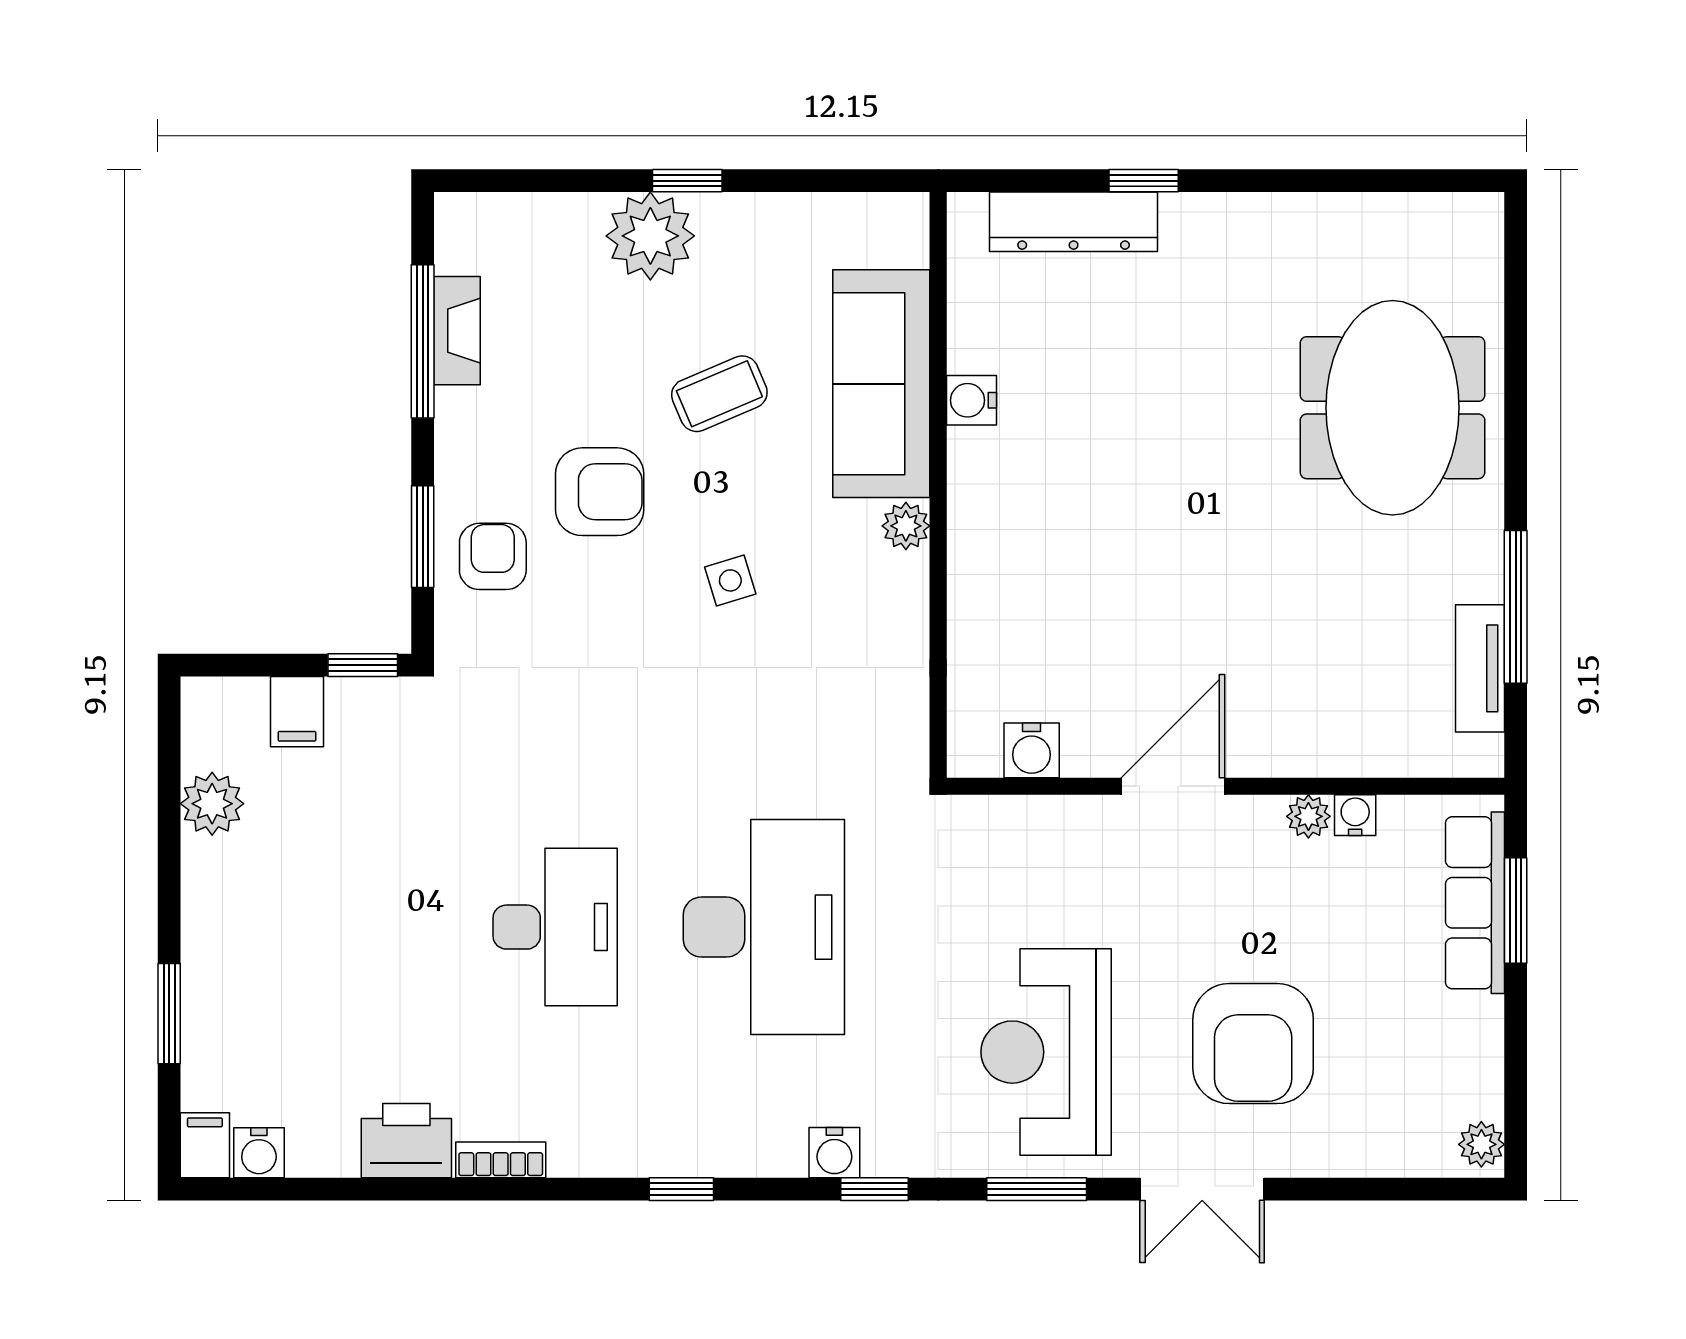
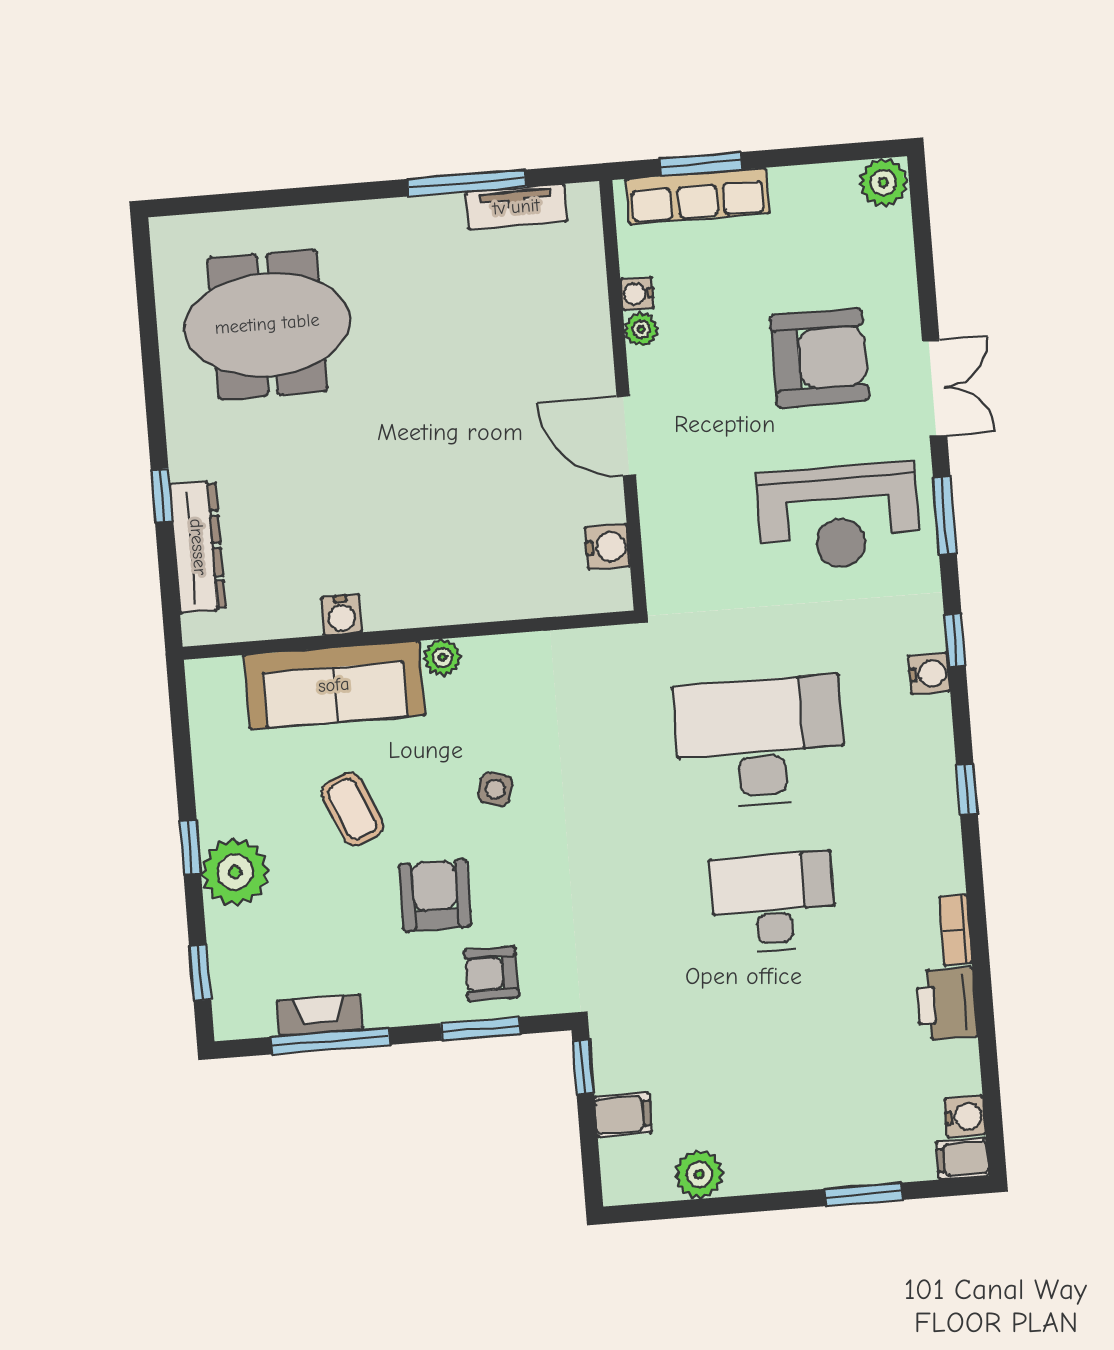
window: (524, 181) -> (200, 973), added
meeting table: (1393, 408) -> (267, 324), moved
side table: (730, 580) -> (495, 789), turned 34
plant: (1481, 1144) -> (883, 183), width x1.38, depth x1.38

